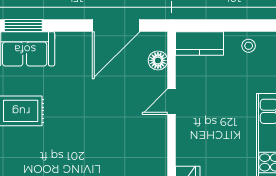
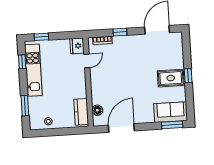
kitchen counter: (200, 43) -> (81, 112), moved, turned -90
door: (172, 102) -> (87, 61), moved

